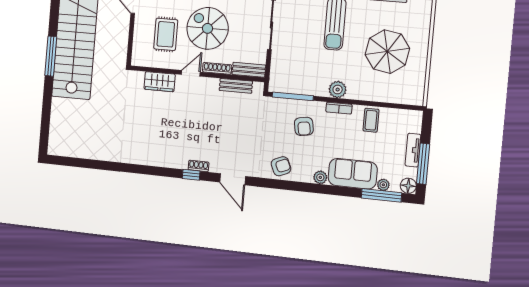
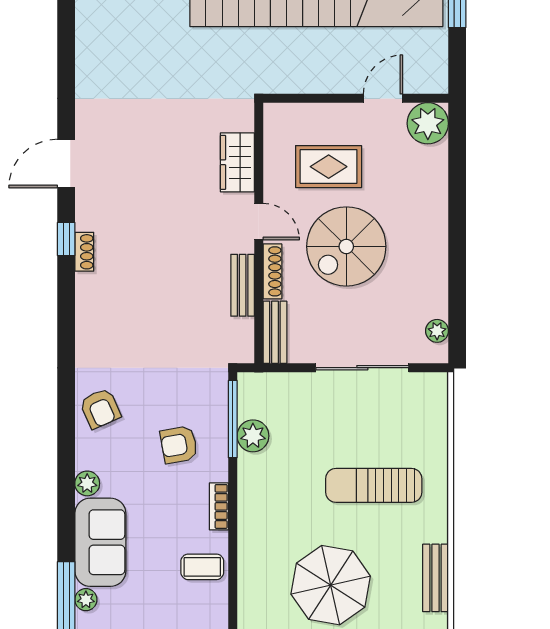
spiral stairs: (207, 28) -> (346, 246), turned 180
bench: (236, 86) -> (243, 285), moved
plant: (338, 90) -> (253, 436), moved
door: (233, 179) -> (66, 163), moved

